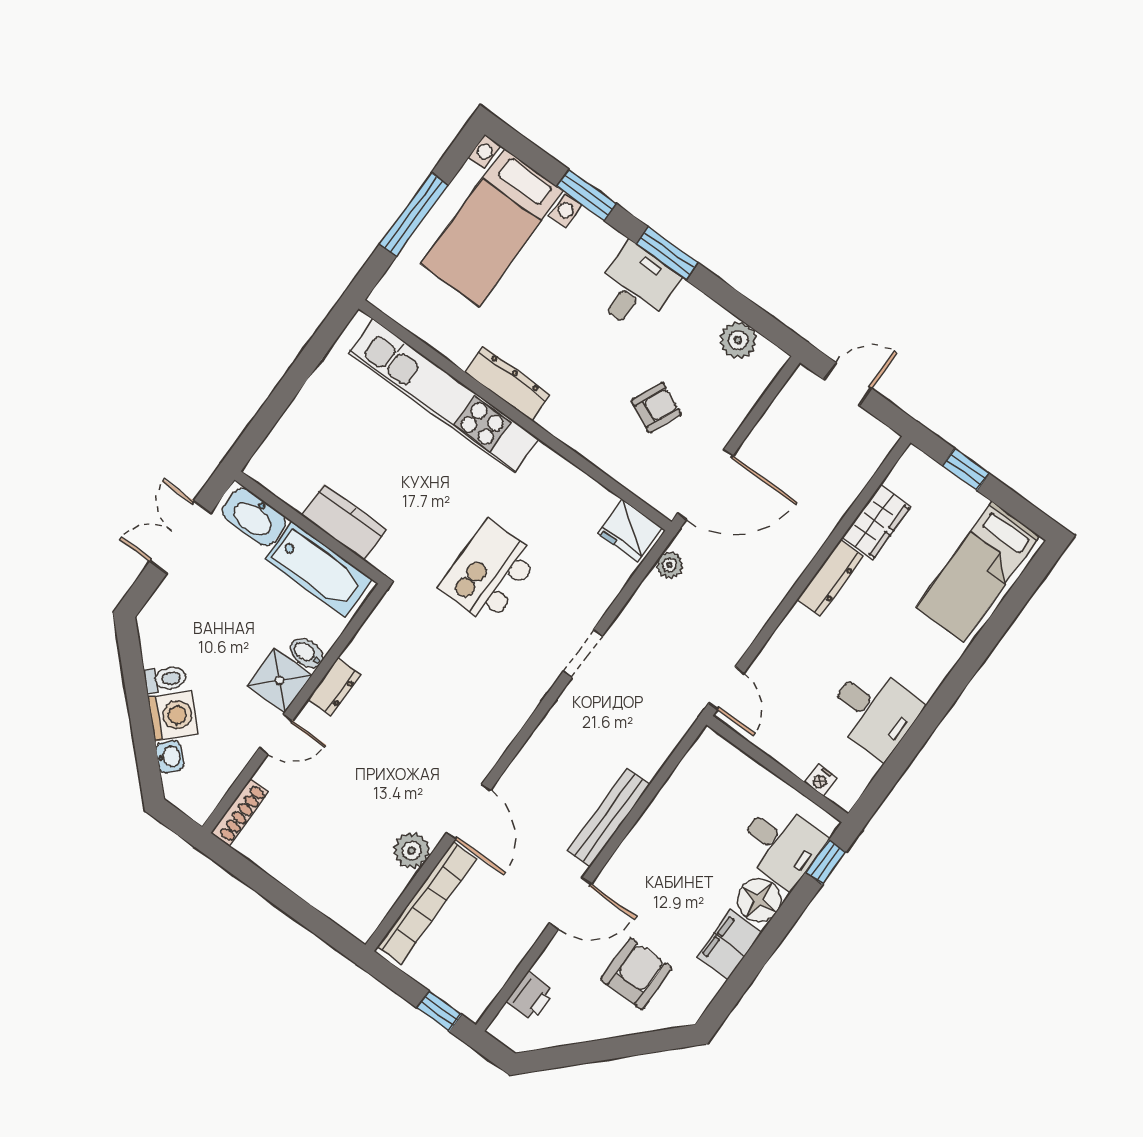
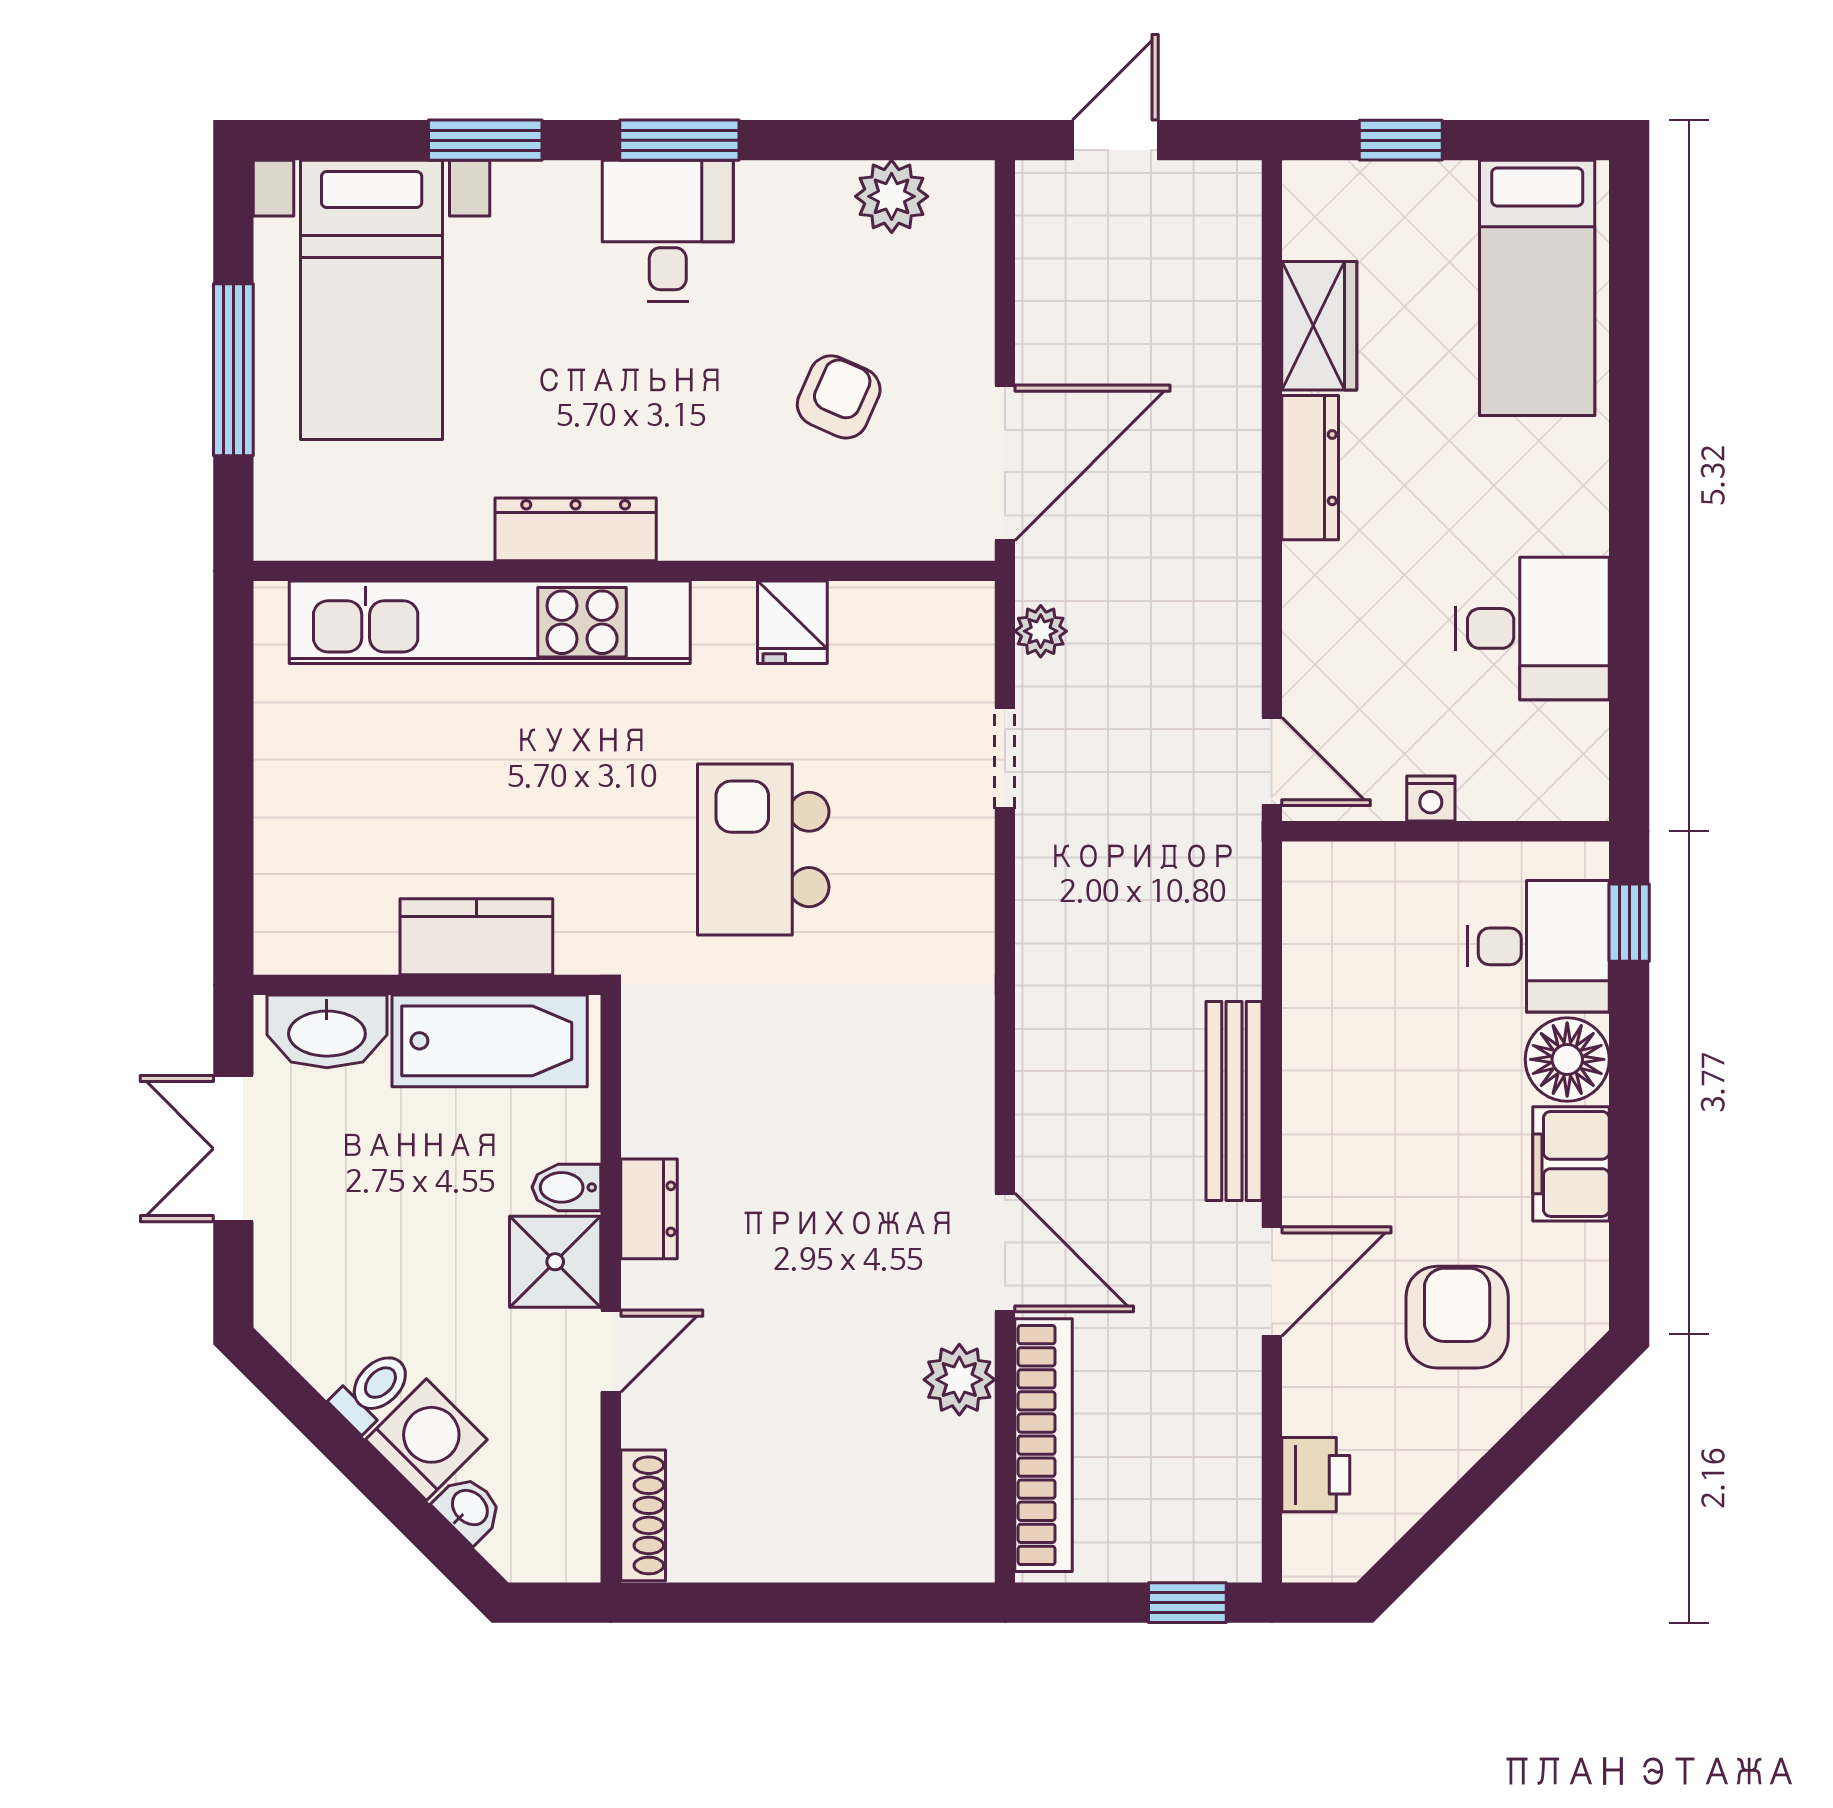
fridge: (630, 530) -> (792, 622), moved, width x0.72
doorway: (583, 654) -> (1005, 758), moved
nightstand: (821, 780) -> (1431, 799), moved

